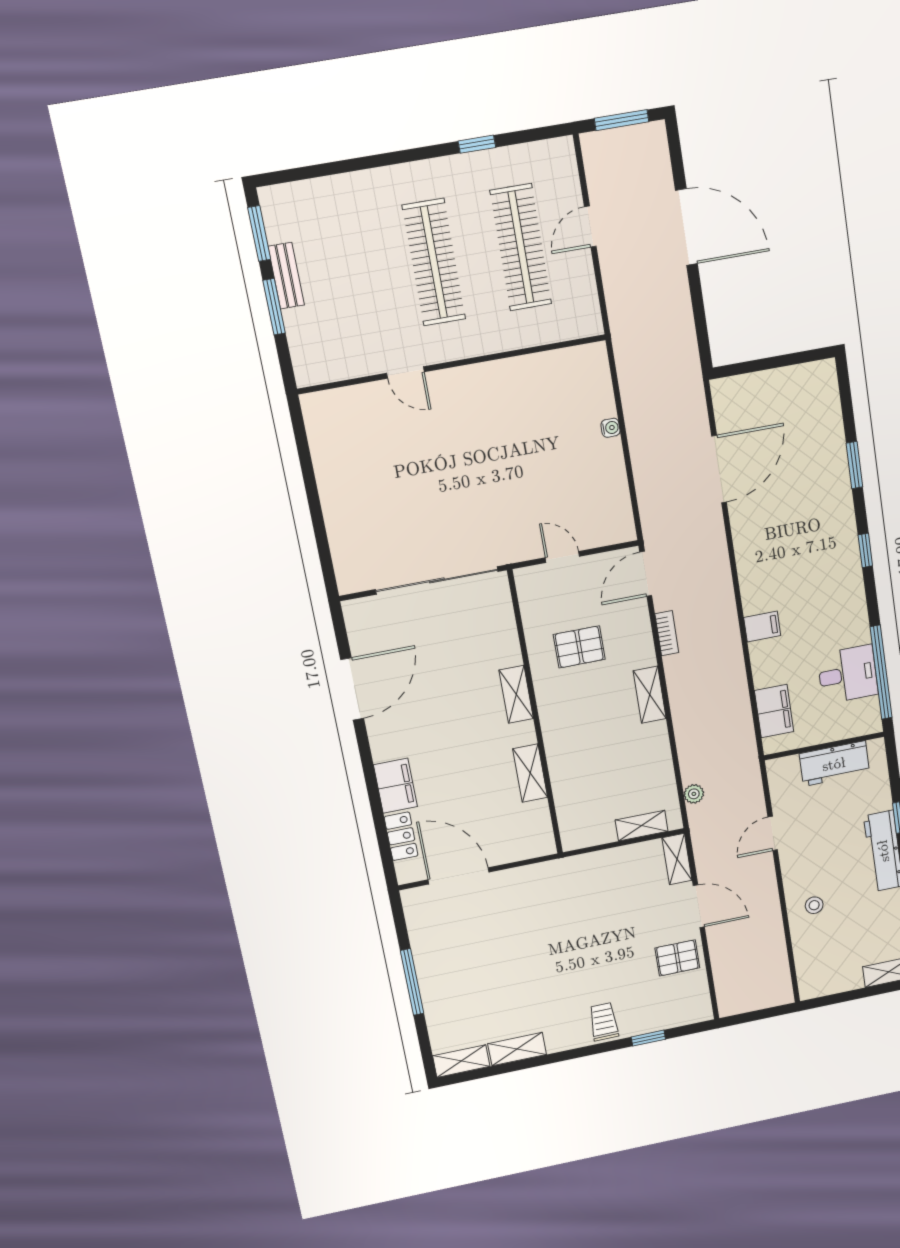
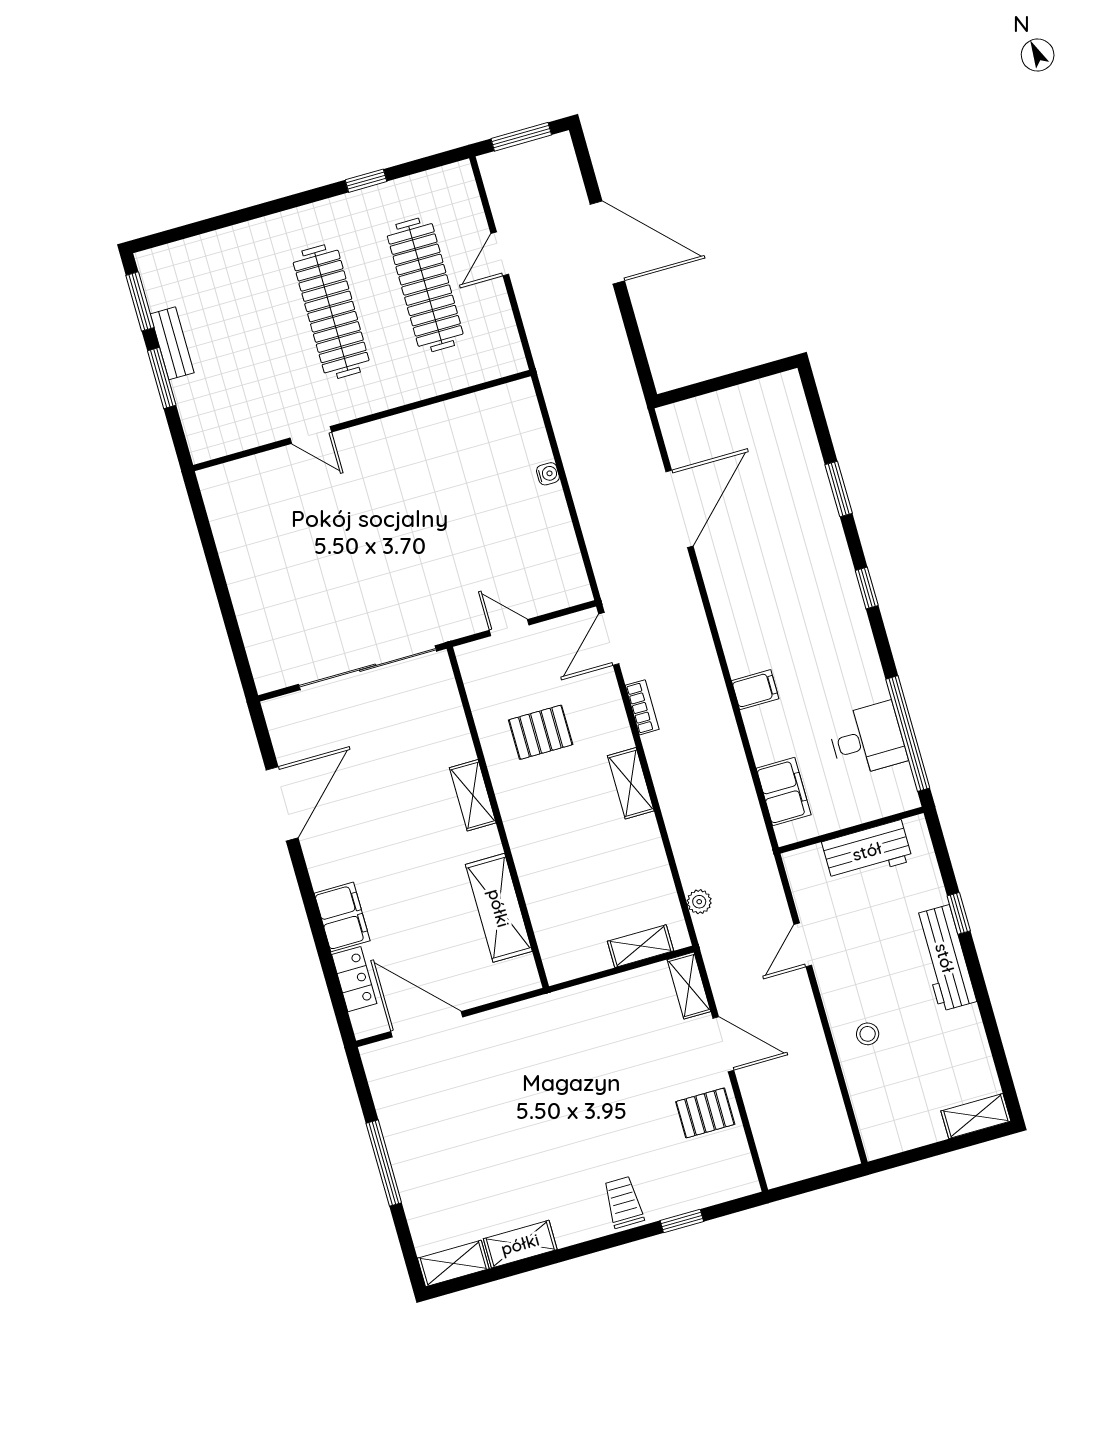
shelving: (530, 773) -> (499, 908), width x1.50, depth x1.33

